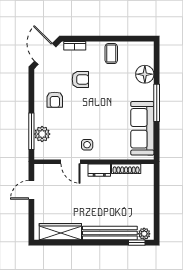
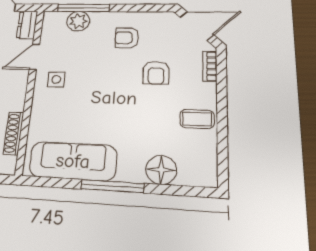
dresser: (99, 170) -> (27, 25), moved

